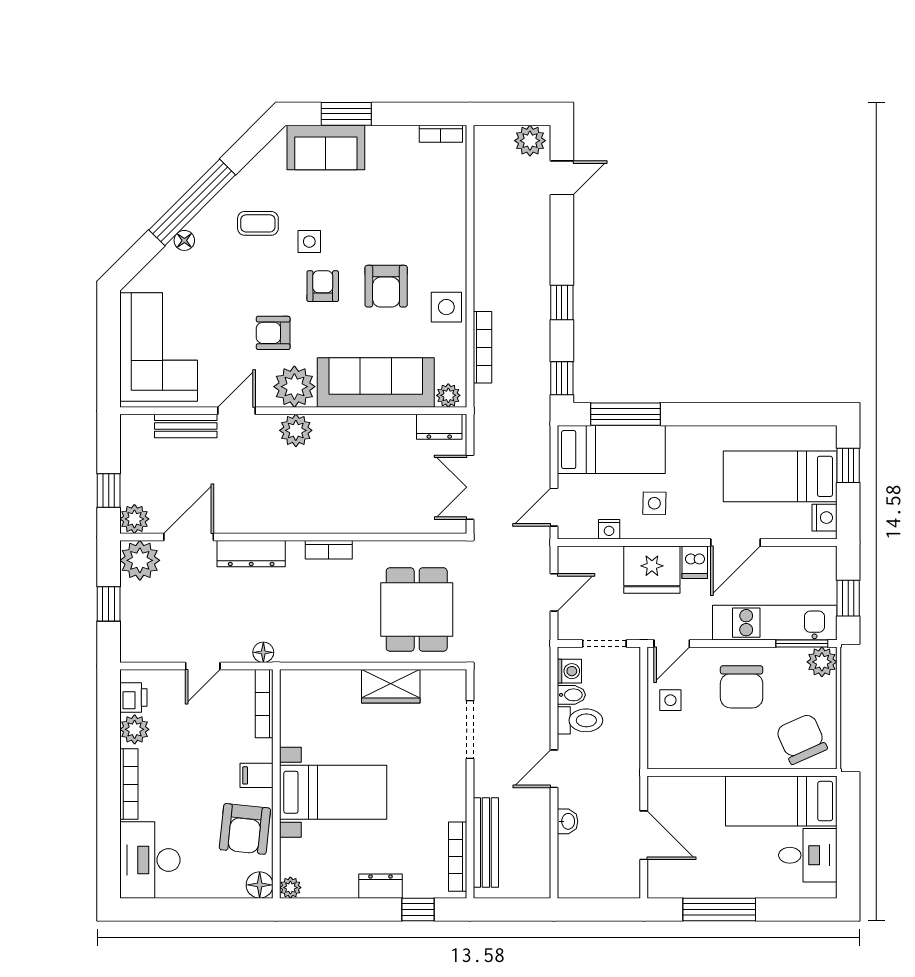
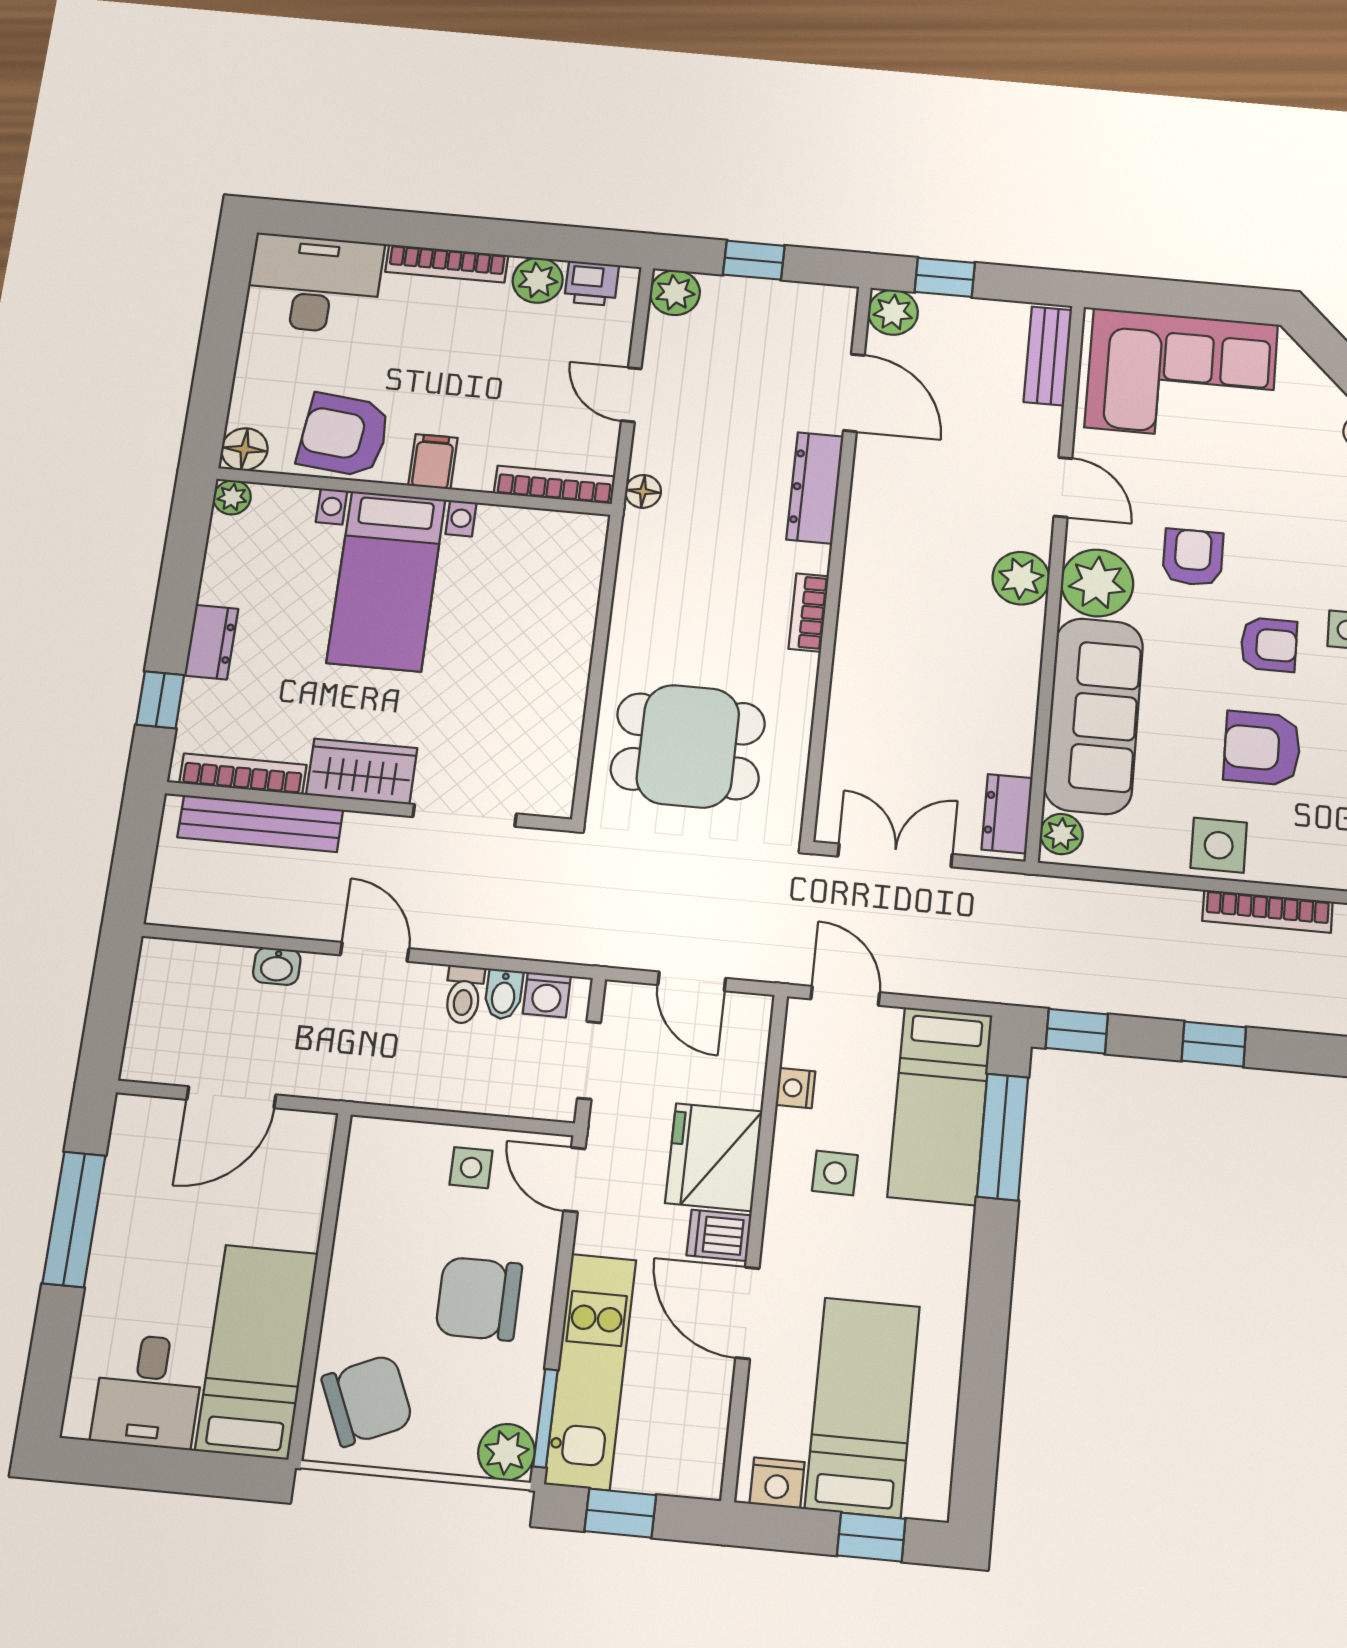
bookcase: (482, 347) -> (1267, 911), moved
bench: (186, 426) -> (1048, 356), moved
plant: (140, 560) -> (675, 293), moved, width x0.73, depth x0.73
wardrobe: (391, 686) -> (362, 771), moved, turned 90
toilet: (580, 720) -> (464, 995), width x0.73, depth x0.72

